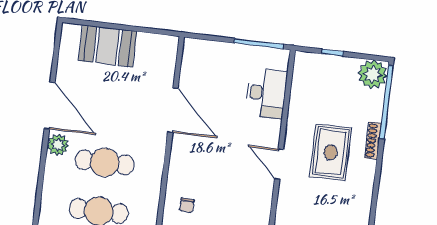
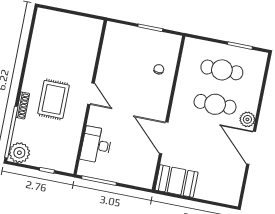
booth: (108, 46) -> (176, 181), moved

